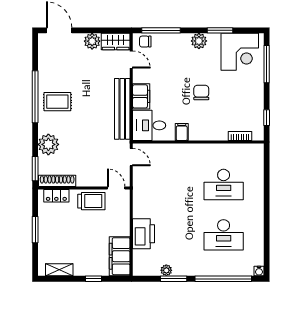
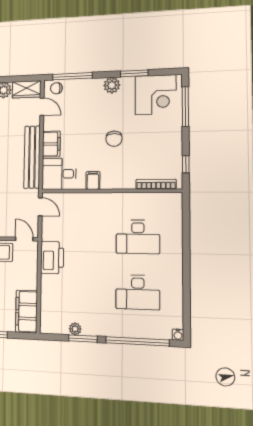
chair: (201, 93) -> (114, 139), turned 180
bookcase: (240, 136) -> (156, 184), width x1.56
printer: (144, 234) -> (52, 258), moved

